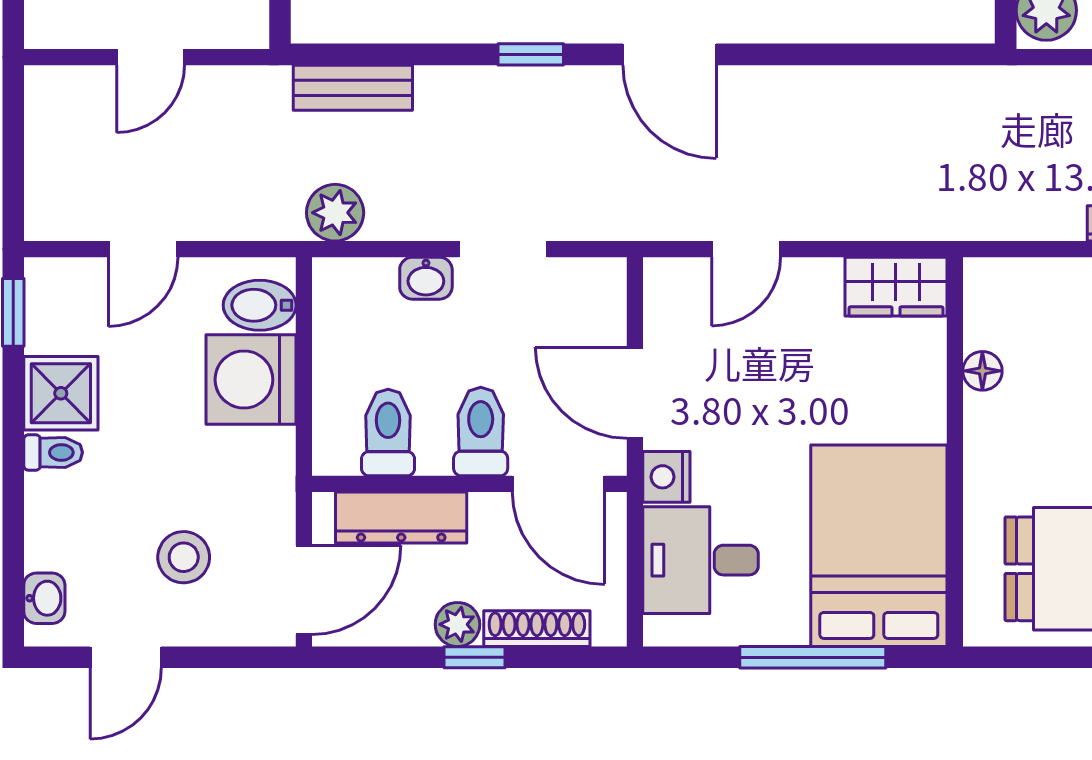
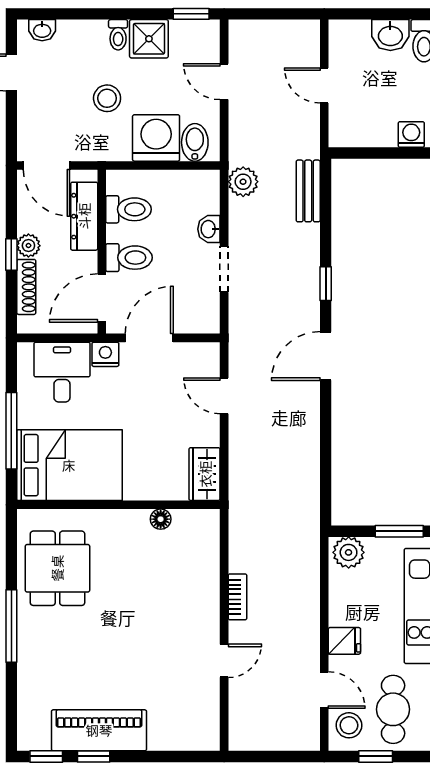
stool: (184, 557) -> (107, 98), moved

